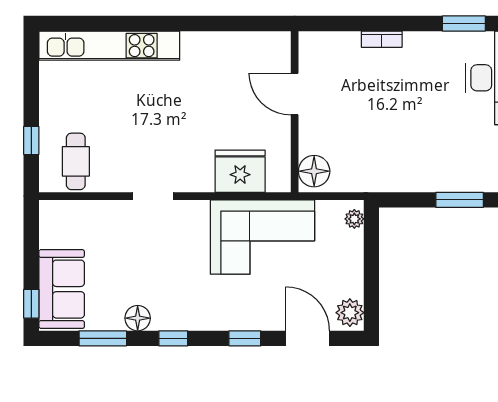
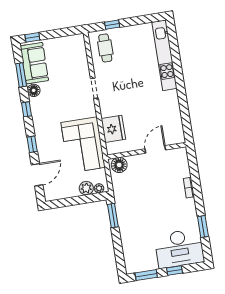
cafe table: (76, 161) -> (105, 48), turned 90
window: (460, 200) -> (113, 216), moved
sofa: (62, 289) -> (34, 63), moved, turned -90
plant: (350, 313) -> (86, 188), moved

